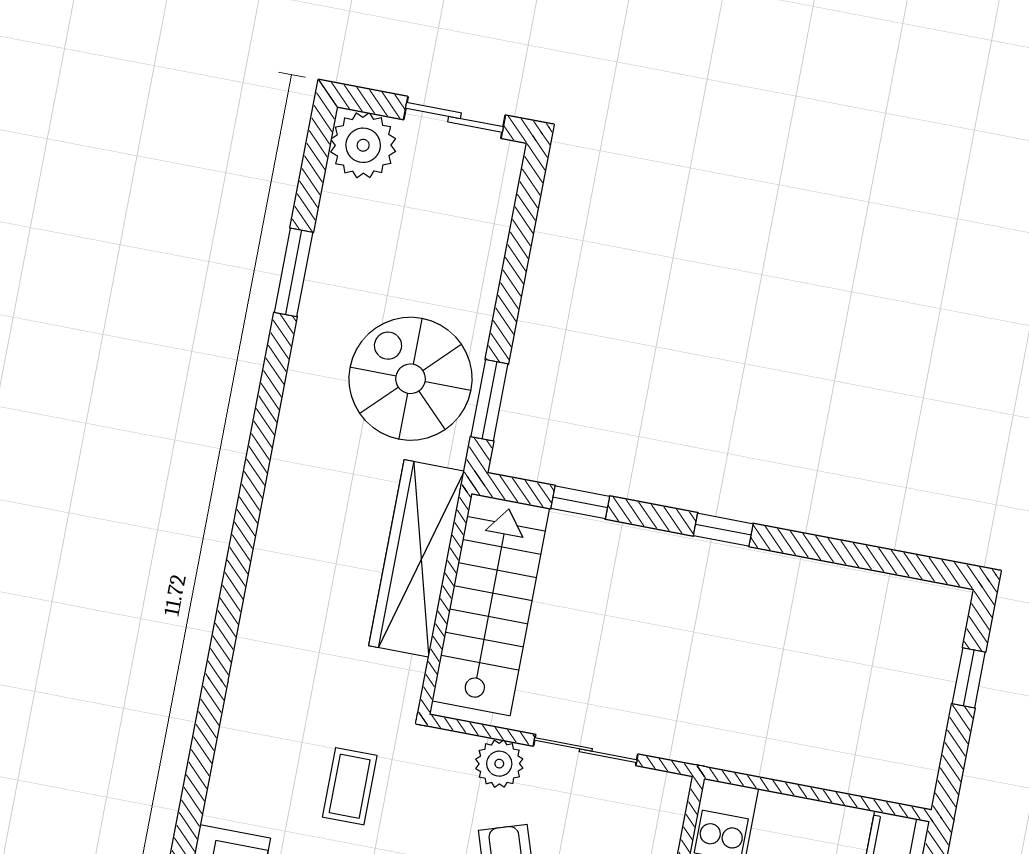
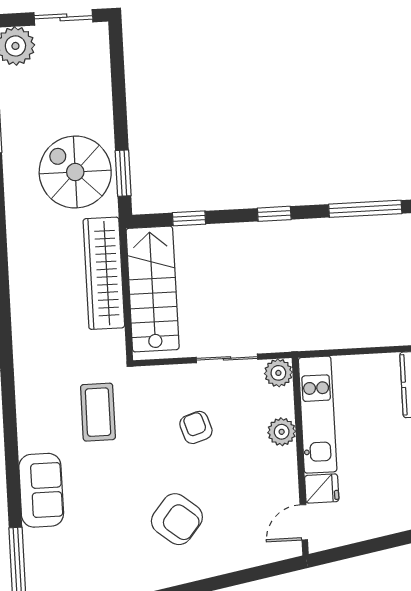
window: (876, 559) -> (365, 209), added
plant: (499, 764) -> (278, 373), moved
coffee table: (350, 786) -> (98, 412), width x1.36, depth x1.30

